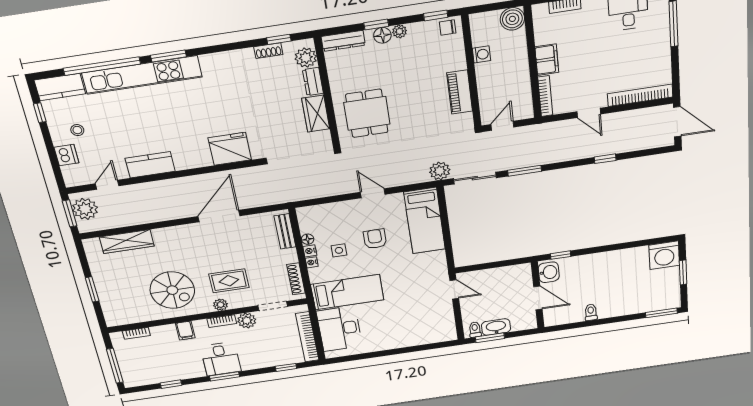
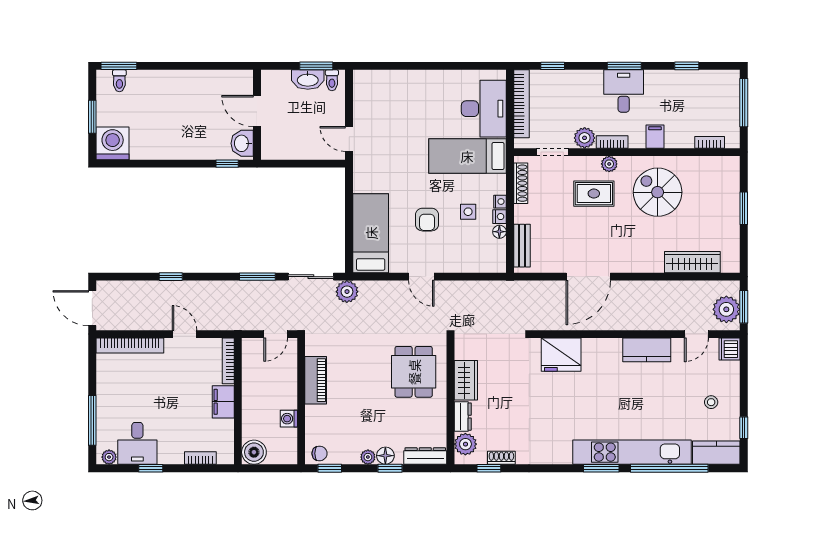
dishwasher: (66, 155) -> (729, 349), moved
toilet: (591, 312) -> (119, 81), moved

